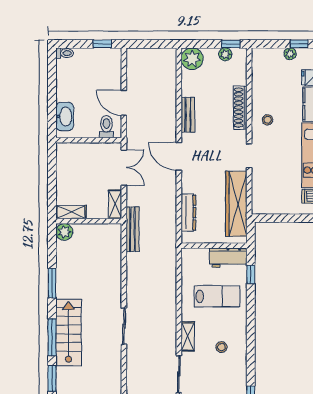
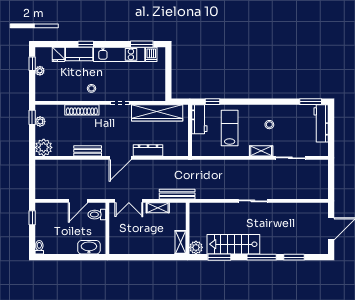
double door: (124, 168) -> (129, 201), swing flipped
shelving: (71, 212) -> (180, 242), moved
dresser: (188, 213) -> (148, 150), moved
wall: (89, 221) -> (188, 228), moved
plant: (64, 232) -> (196, 247), moved
stairs: (69, 332) -> (233, 244), moved

